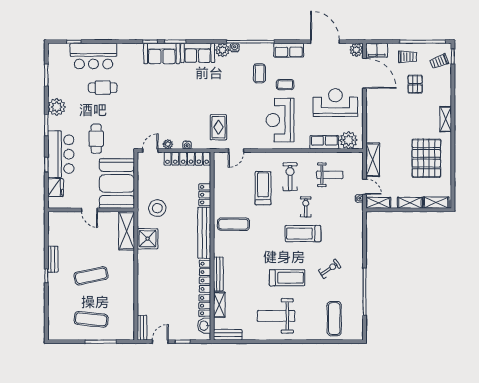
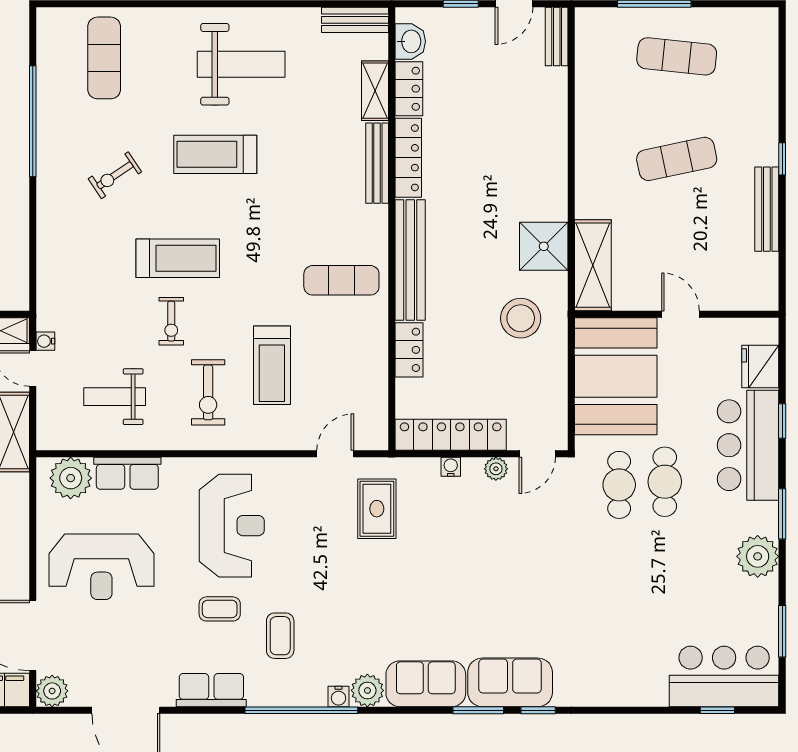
bar counter: (93, 56) -> (724, 676), moved
cafe table: (103, 88) -> (619, 485), moved, turned 90
bench: (53, 259) -> (767, 209), width x1.36

